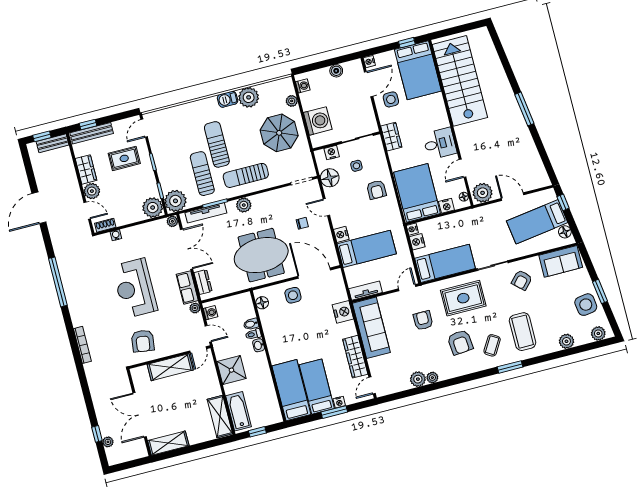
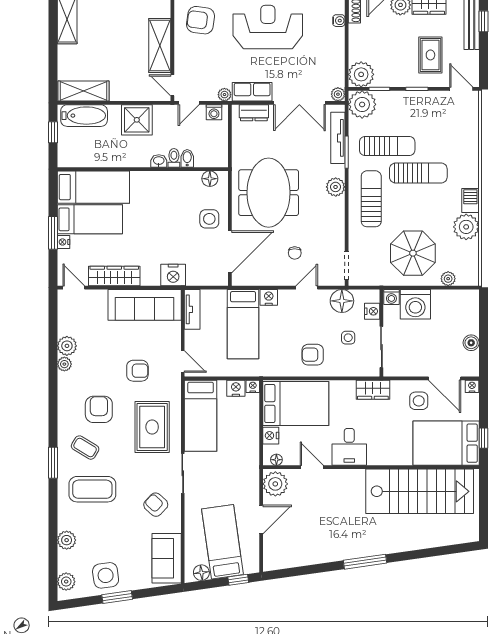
washing machine: (303, 86) -> (391, 297), moved
armchair: (460, 342) -> (99, 409), turned 95

